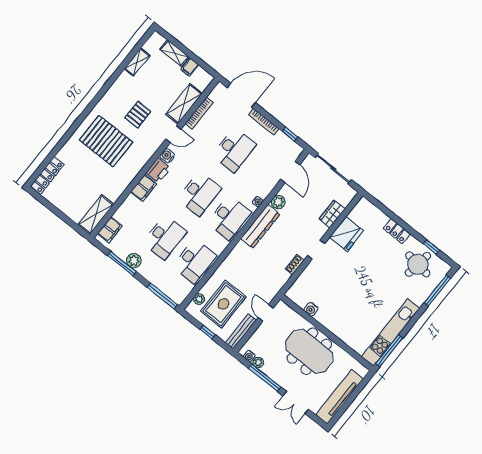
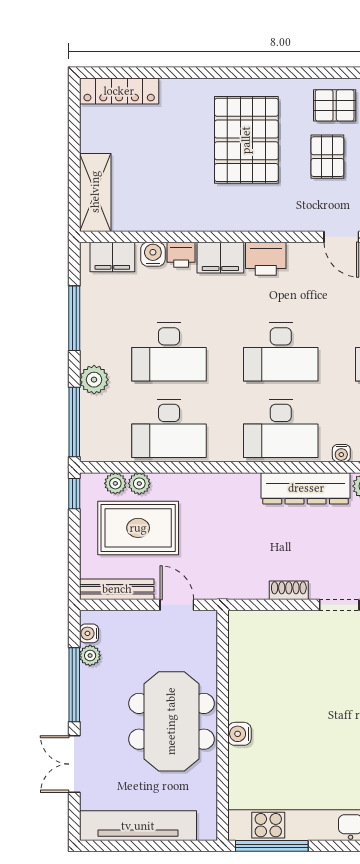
pallet: (120, 96) -> (335, 105), added
pallet: (138, 115) -> (327, 157), turned 90
water cooler: (167, 156) -> (153, 254), moved
printer: (130, 202) -> (181, 255), added
shelving: (96, 214) -> (95, 192), moved, turned 90
plant: (134, 261) -> (94, 380), moved
plant: (207, 290) -> (139, 484), added
water cooler: (311, 309) -> (239, 734), moved
door: (266, 313) -> (177, 605), hinge flipped
window: (208, 332) -> (74, 494), moved

